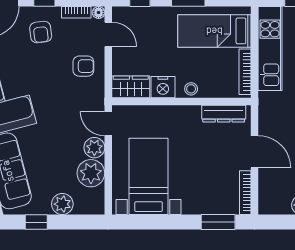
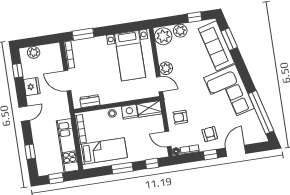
dresser: (224, 114) -> (90, 101), width x0.70
plant: (91, 173) -> (163, 36), moved

